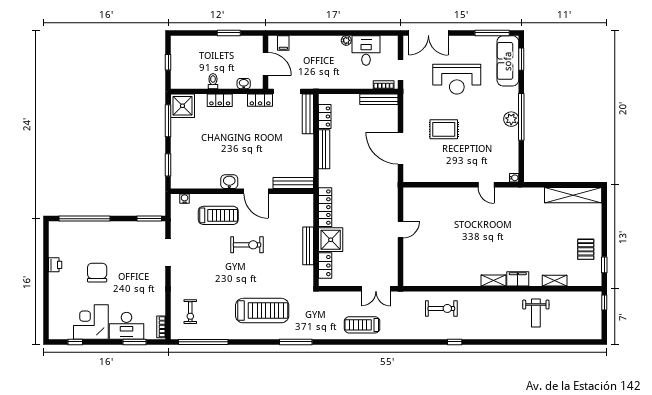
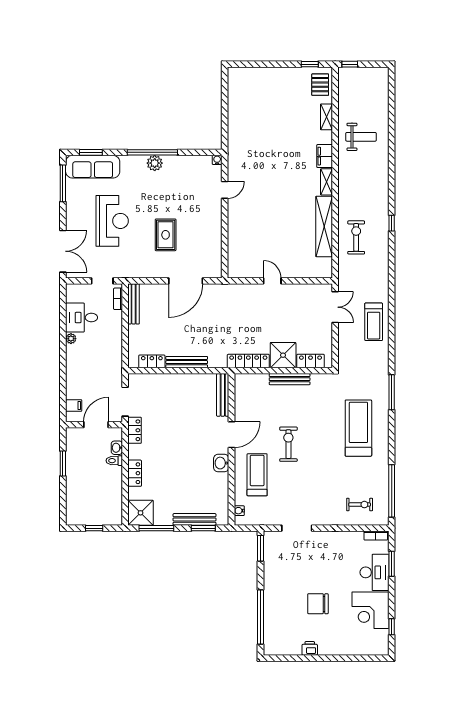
toilet: (213, 81) -> (114, 461), moved
bench: (308, 114) -> (195, 519), moved
shelving: (573, 195) -> (324, 226), moved
pallet: (586, 249) -> (320, 85), moved, turned 90

